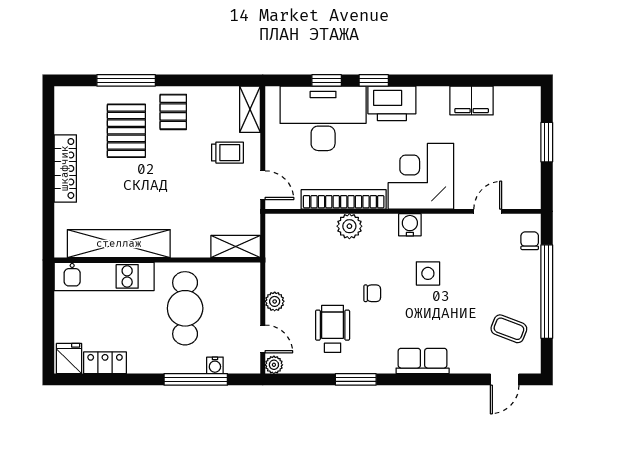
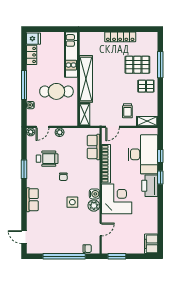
filing cabinet: (472, 101) -> (151, 244), moved
window: (547, 142) -> (117, 256), moved
door: (488, 211) -> (101, 229), hinge flipped
plant: (349, 226) -> (94, 206), moved
row of seats: (307, 227) -> (93, 147), added
shelving: (119, 244) -> (86, 79), moved
coffee table: (509, 329) -> (47, 239), removed
window: (196, 379) -> (24, 85), moved

